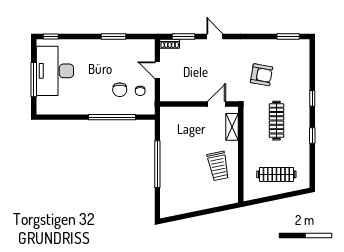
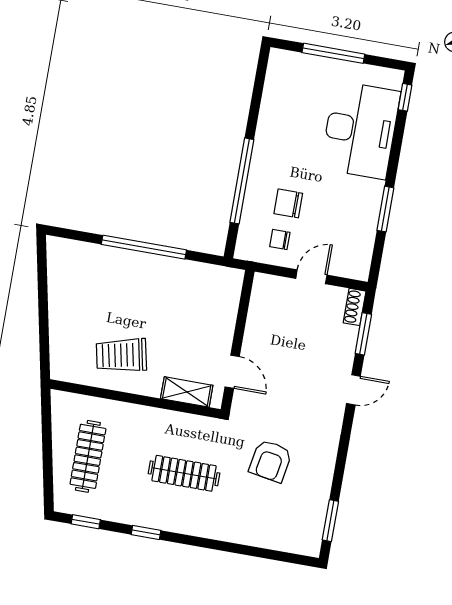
desk: (55, 71) -> (360, 130), moved, turned 90
window: (312, 98) -> (86, 522), moved

